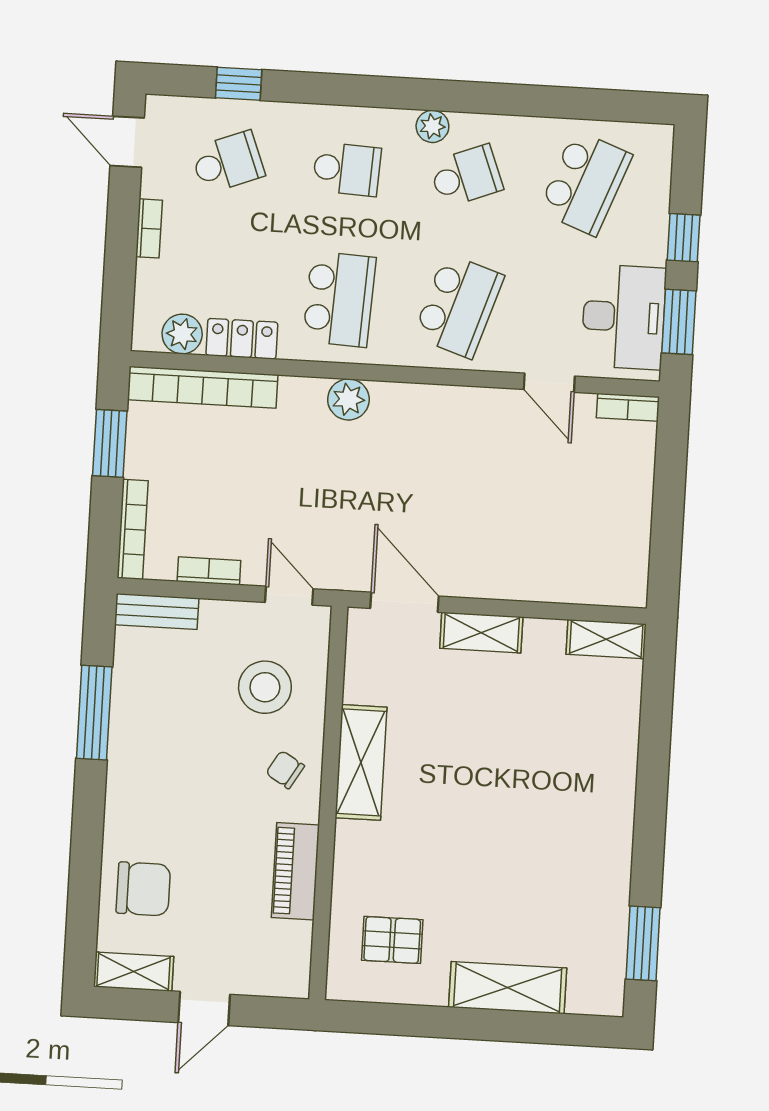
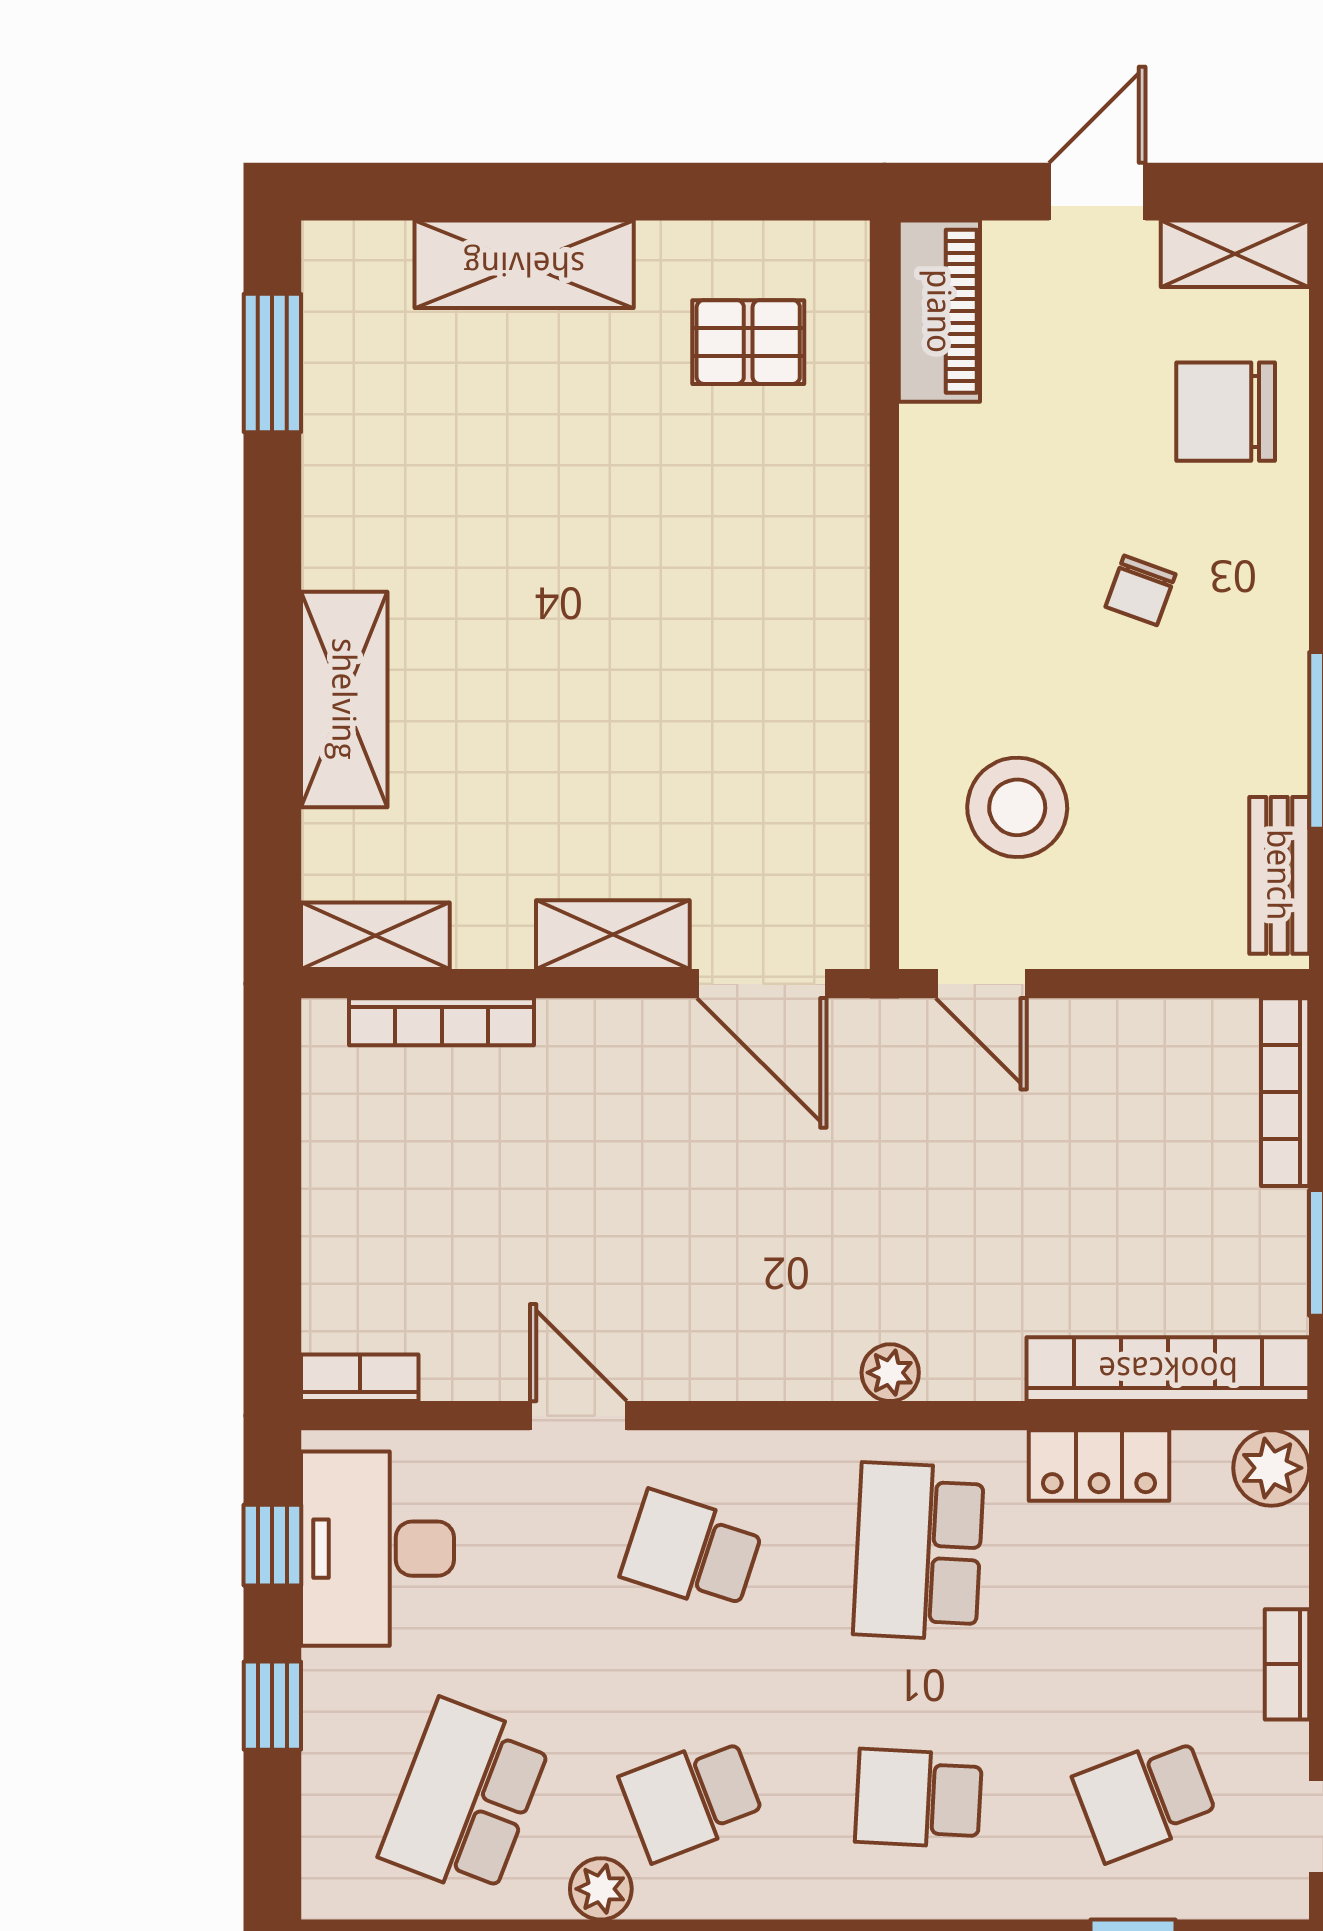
plant: (432, 126) -> (601, 1889), moved
school desk: (458, 306) -> (692, 1551), width x0.54
window: (679, 322) -> (272, 1545), width x0.67
plant: (182, 334) -> (1271, 1468), moved
door: (549, 383) -> (578, 1416), moved
plant: (348, 399) -> (890, 1373), width x0.73, depth x0.73
bookcase: (209, 571) -> (442, 1022), moved, width x1.56
bench: (157, 611) -> (1279, 875), moved, turned 90
shelving: (361, 762) -> (344, 699), moved
chair: (285, 770) -> (1141, 590), moved, turned 79
piano: (295, 871) -> (939, 311), moved

